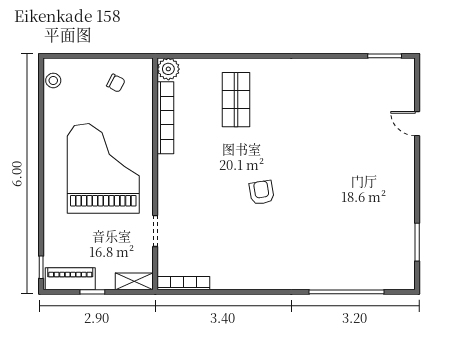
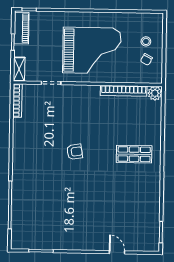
stool: (53, 80) -> (146, 41), moved
shop shelf: (236, 100) -> (134, 154), moved
door: (417, 124) -> (117, 252), hinge flipped

